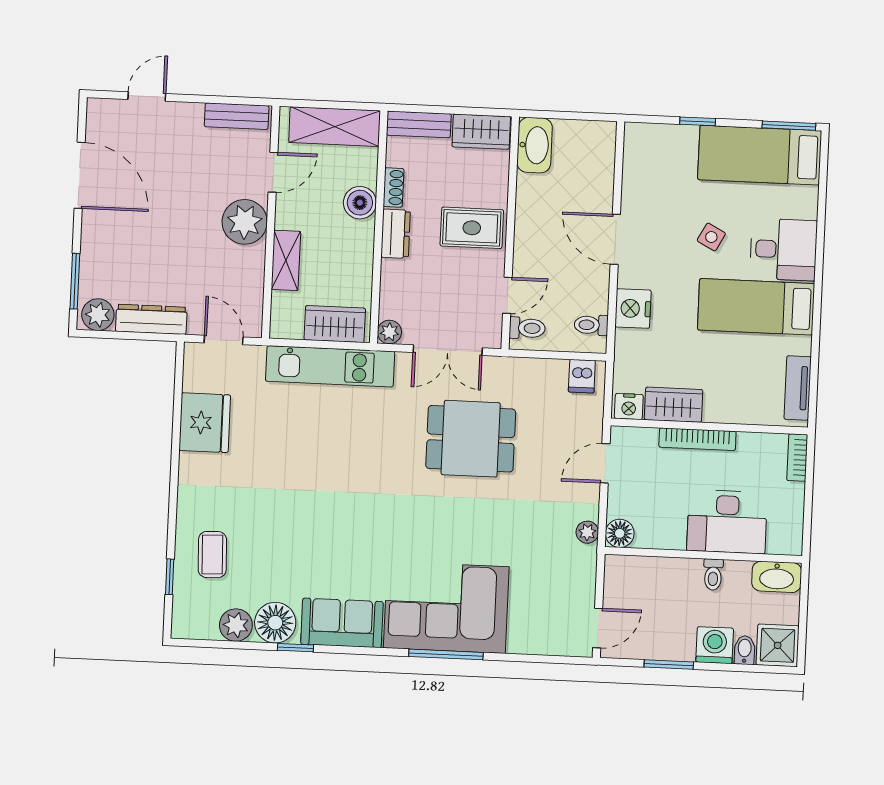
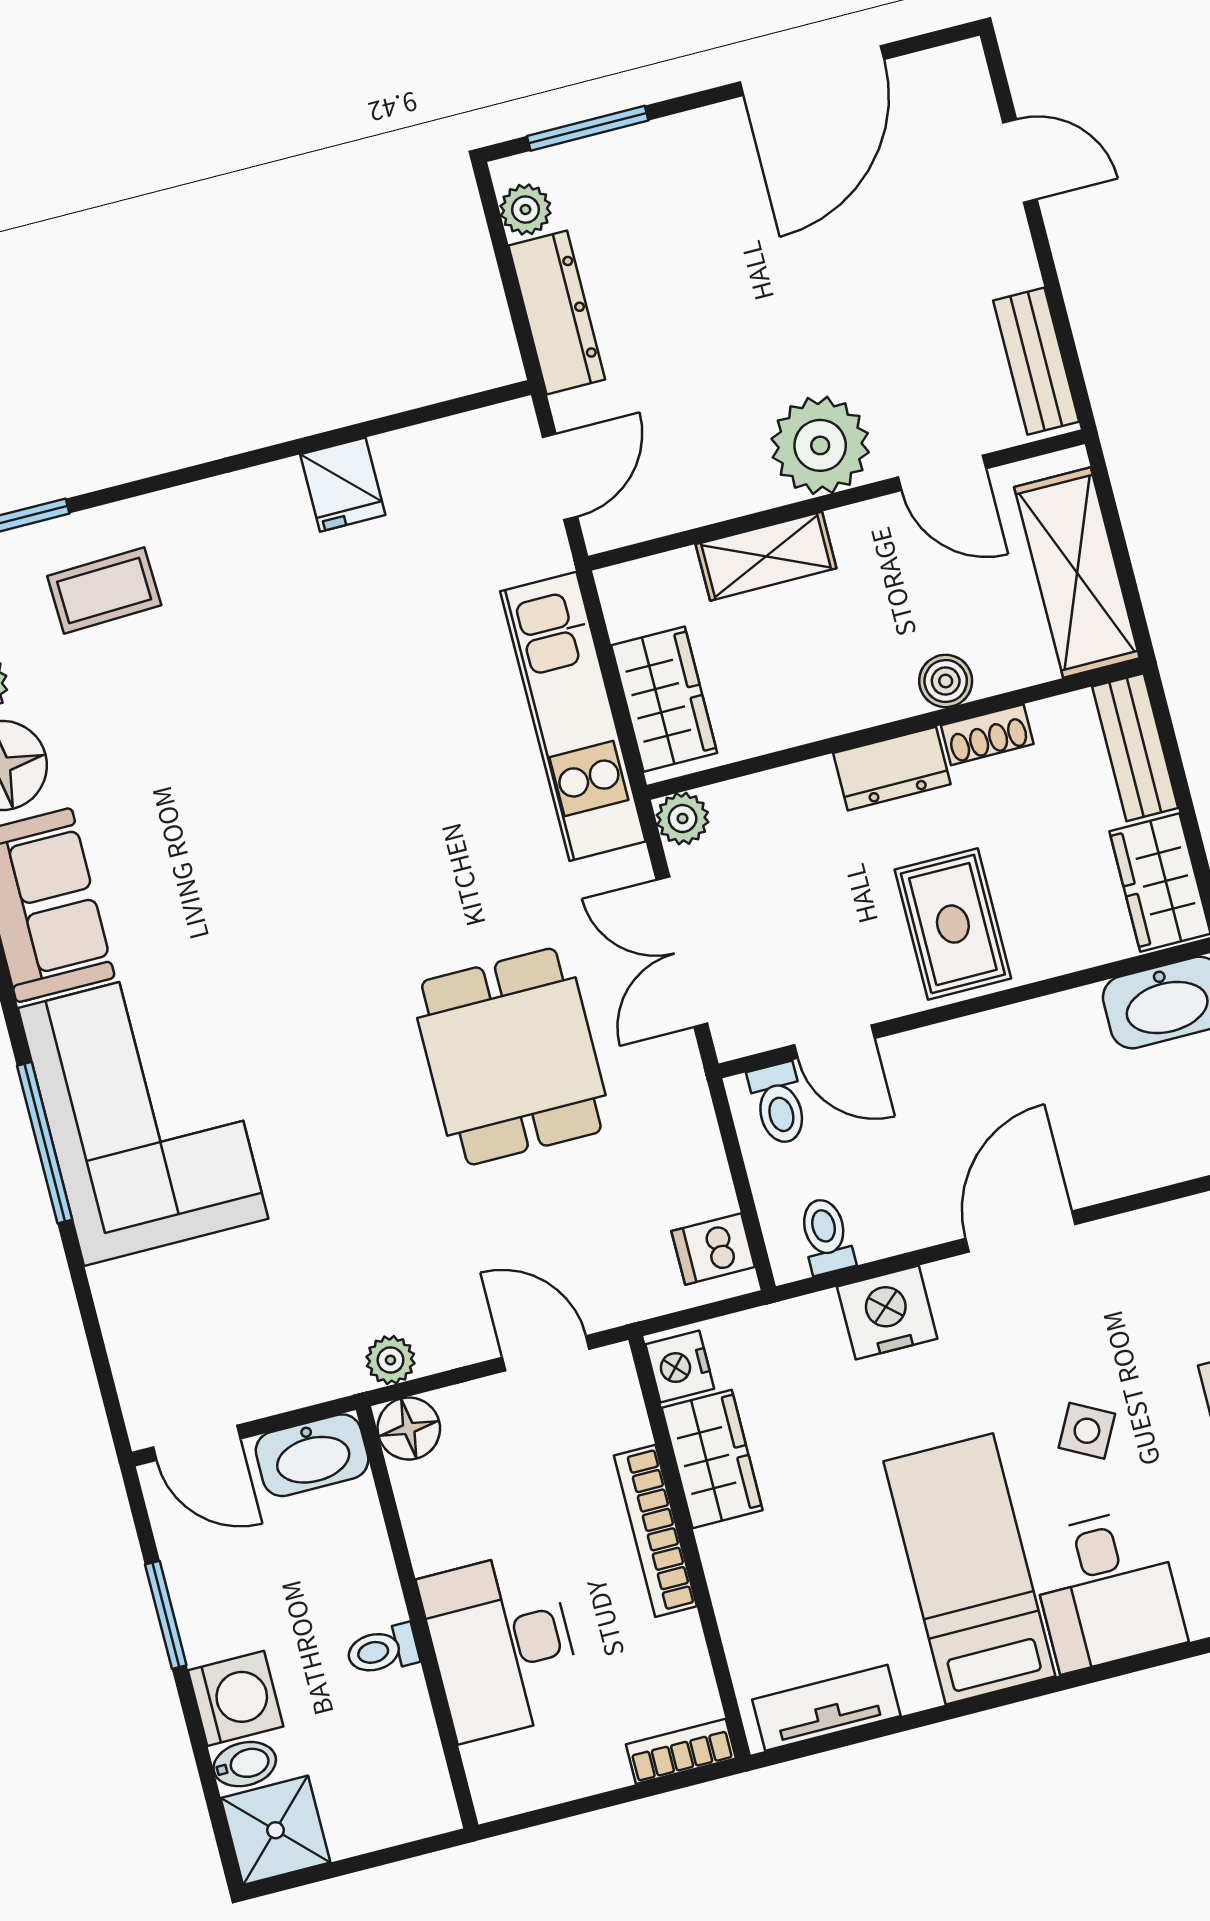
boiler: (360, 203) -> (946, 681), width x0.73, depth x0.73
plant: (98, 315) -> (526, 210), width x0.73, depth x0.73
fridge: (205, 423) -> (343, 485), width x0.53, depth x0.75
washbasin: (777, 577) -> (312, 1455), moved, turned -90

